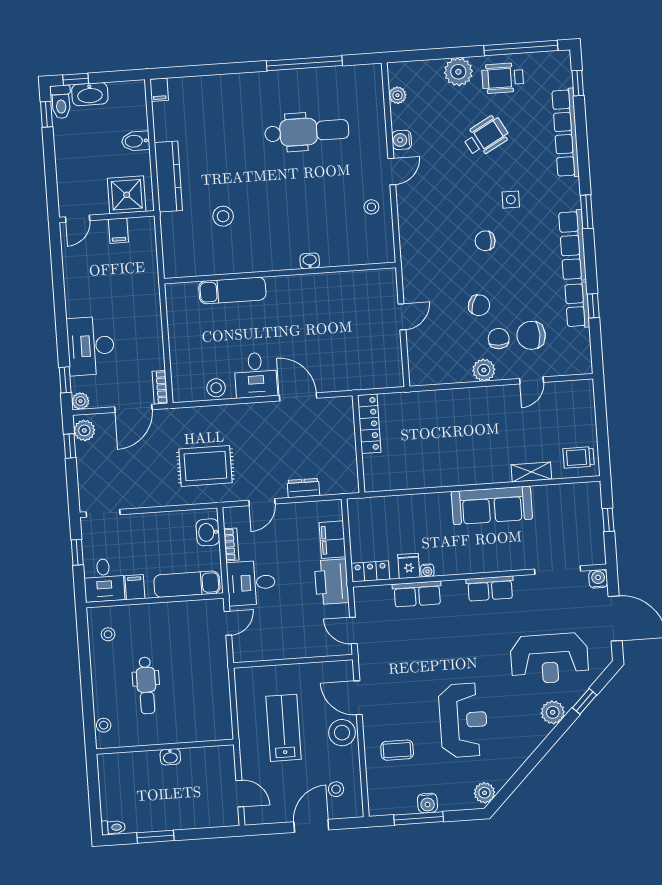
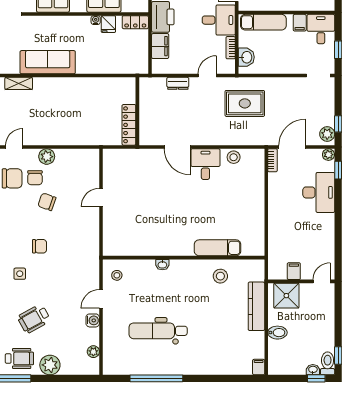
washbasin: (90, 94) -> (313, 370), width x0.52, depth x0.69
washbasin: (310, 261) -> (162, 265), moved
wall: (280, 273) -> (184, 258), moved
exam couch: (232, 291) -> (218, 248), moved

